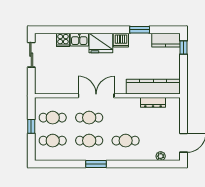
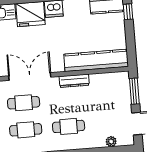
dresser: (153, 102) -> (74, 81), moved
window: (184, 115) -> (134, 91), added

